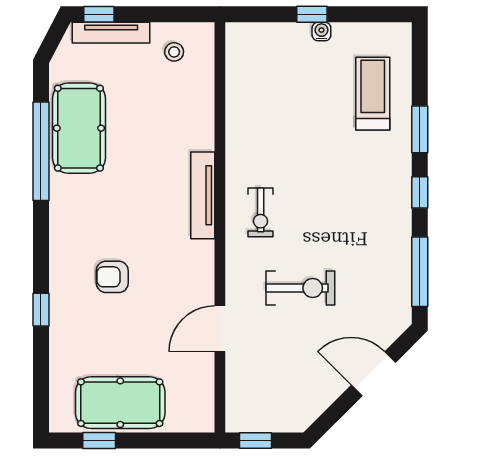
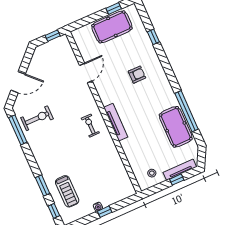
window: (99, 14) -> (177, 180), moved
window: (420, 192) -> (54, 211), moved
exercise bike: (300, 288) -> (37, 118), moved, turned 180
window: (41, 310) -> (153, 37), moved

